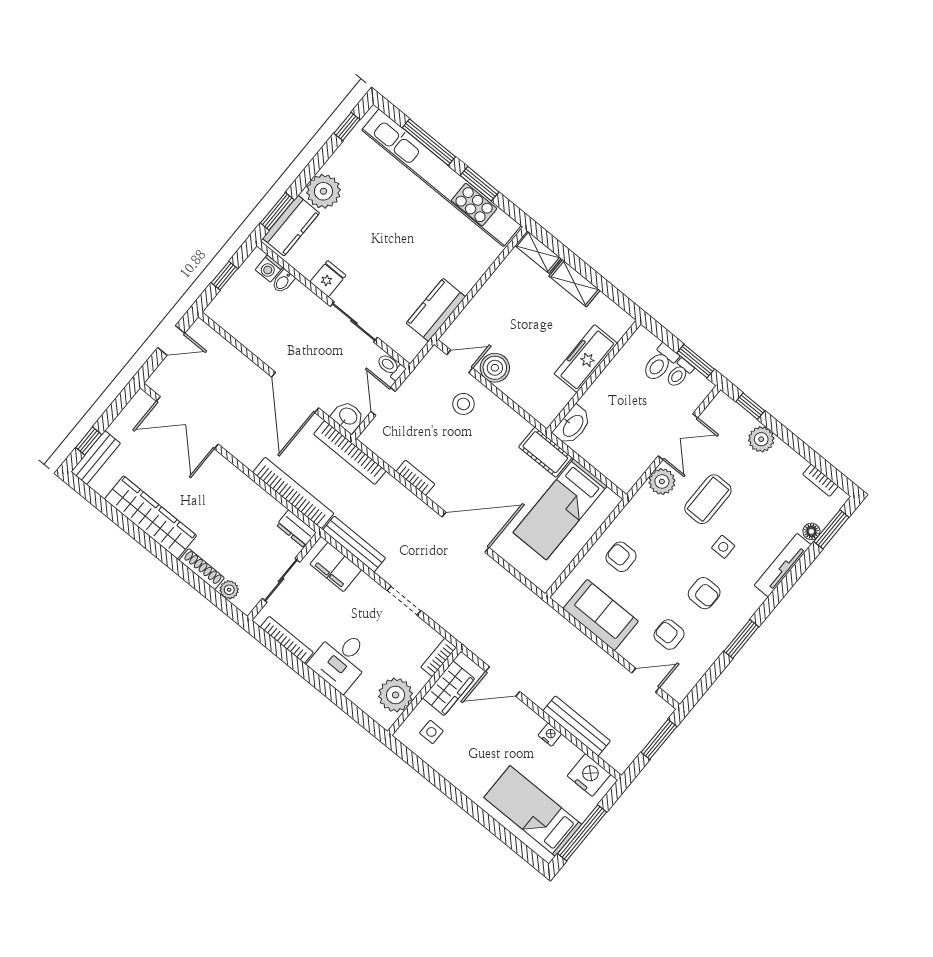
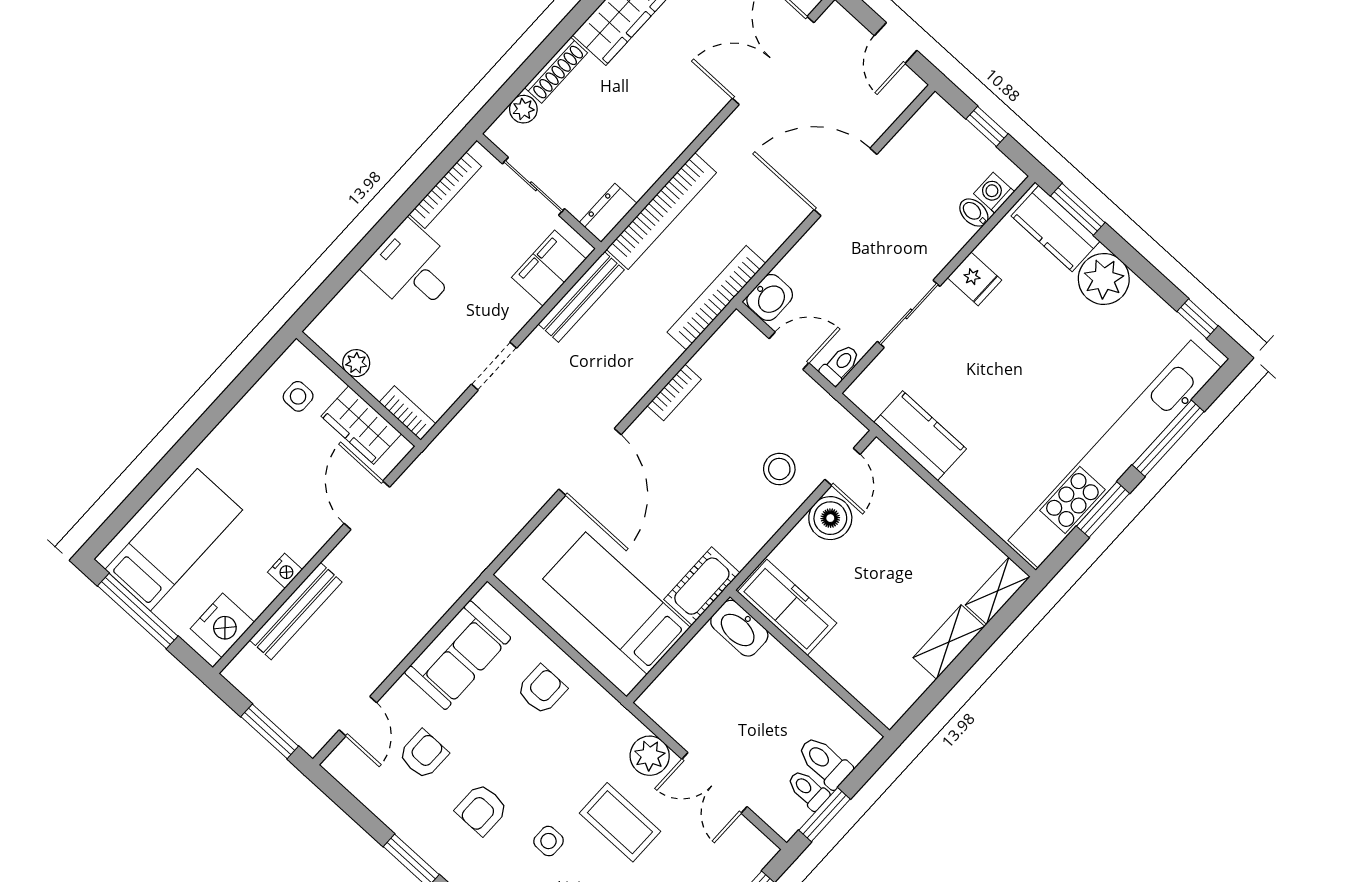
freezer: (586, 359) -> (787, 607), moved
door: (295, 392) -> (846, 182), moved
plant: (396, 695) -> (356, 363), width x0.53, depth x0.53

